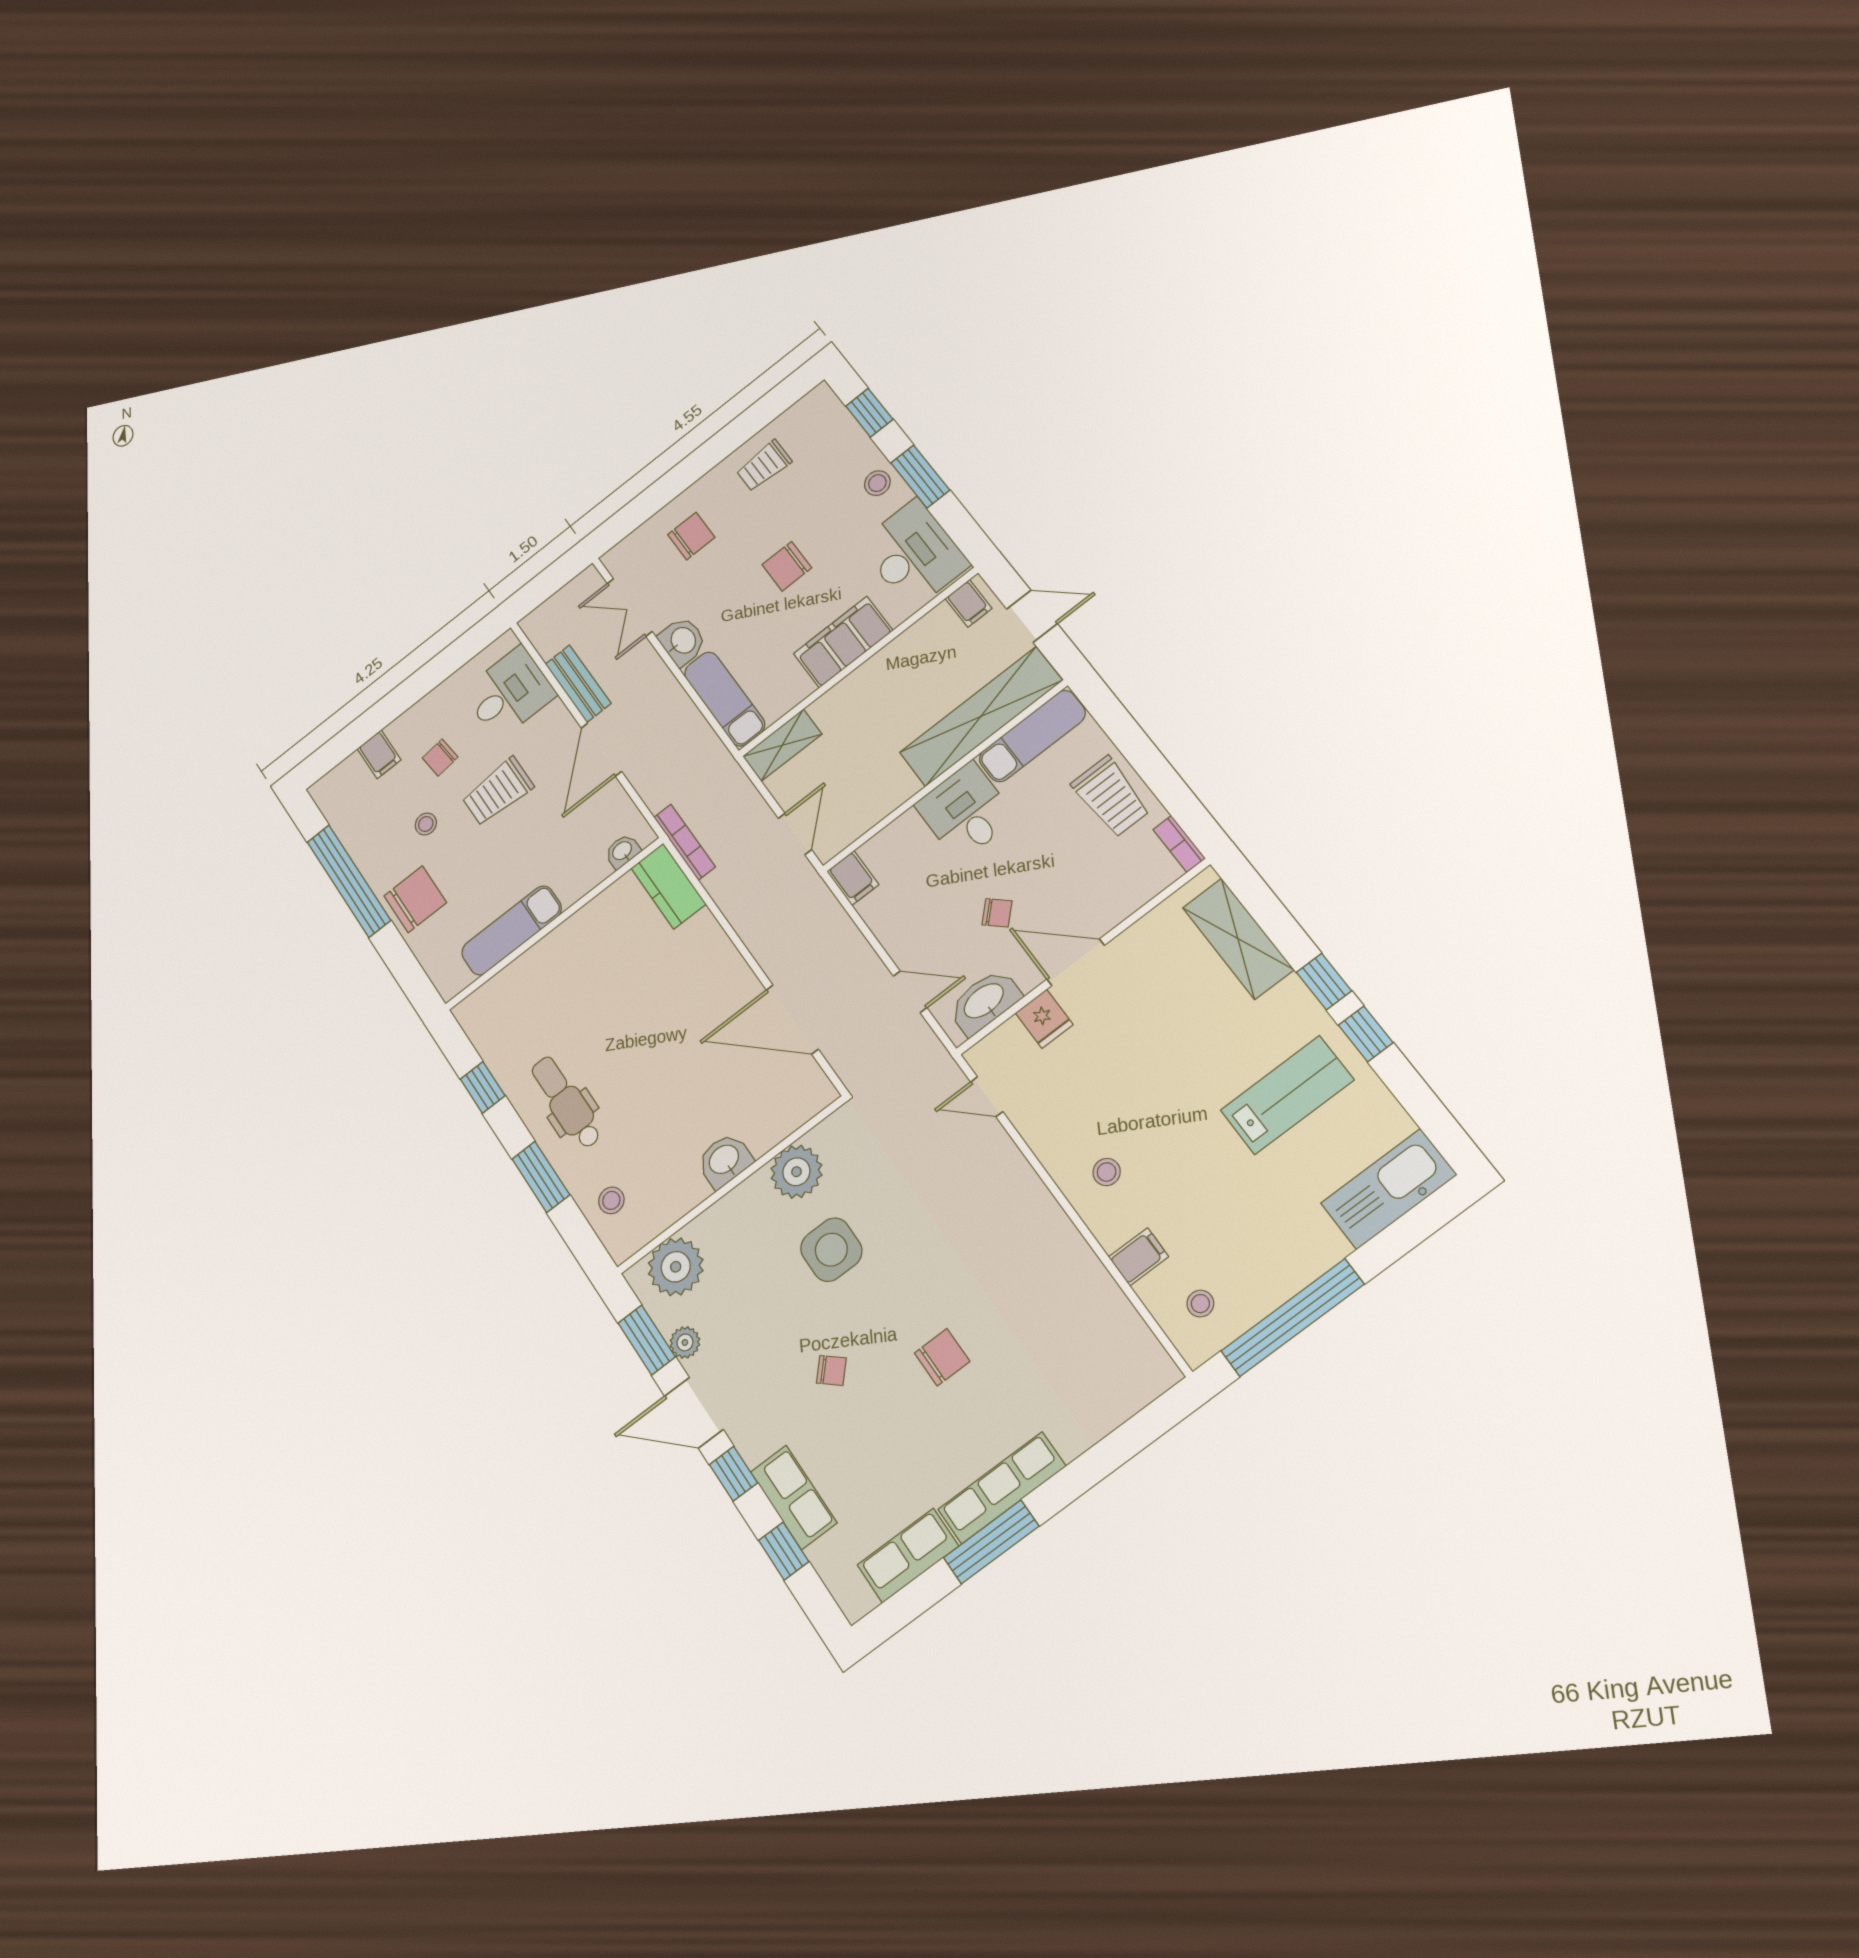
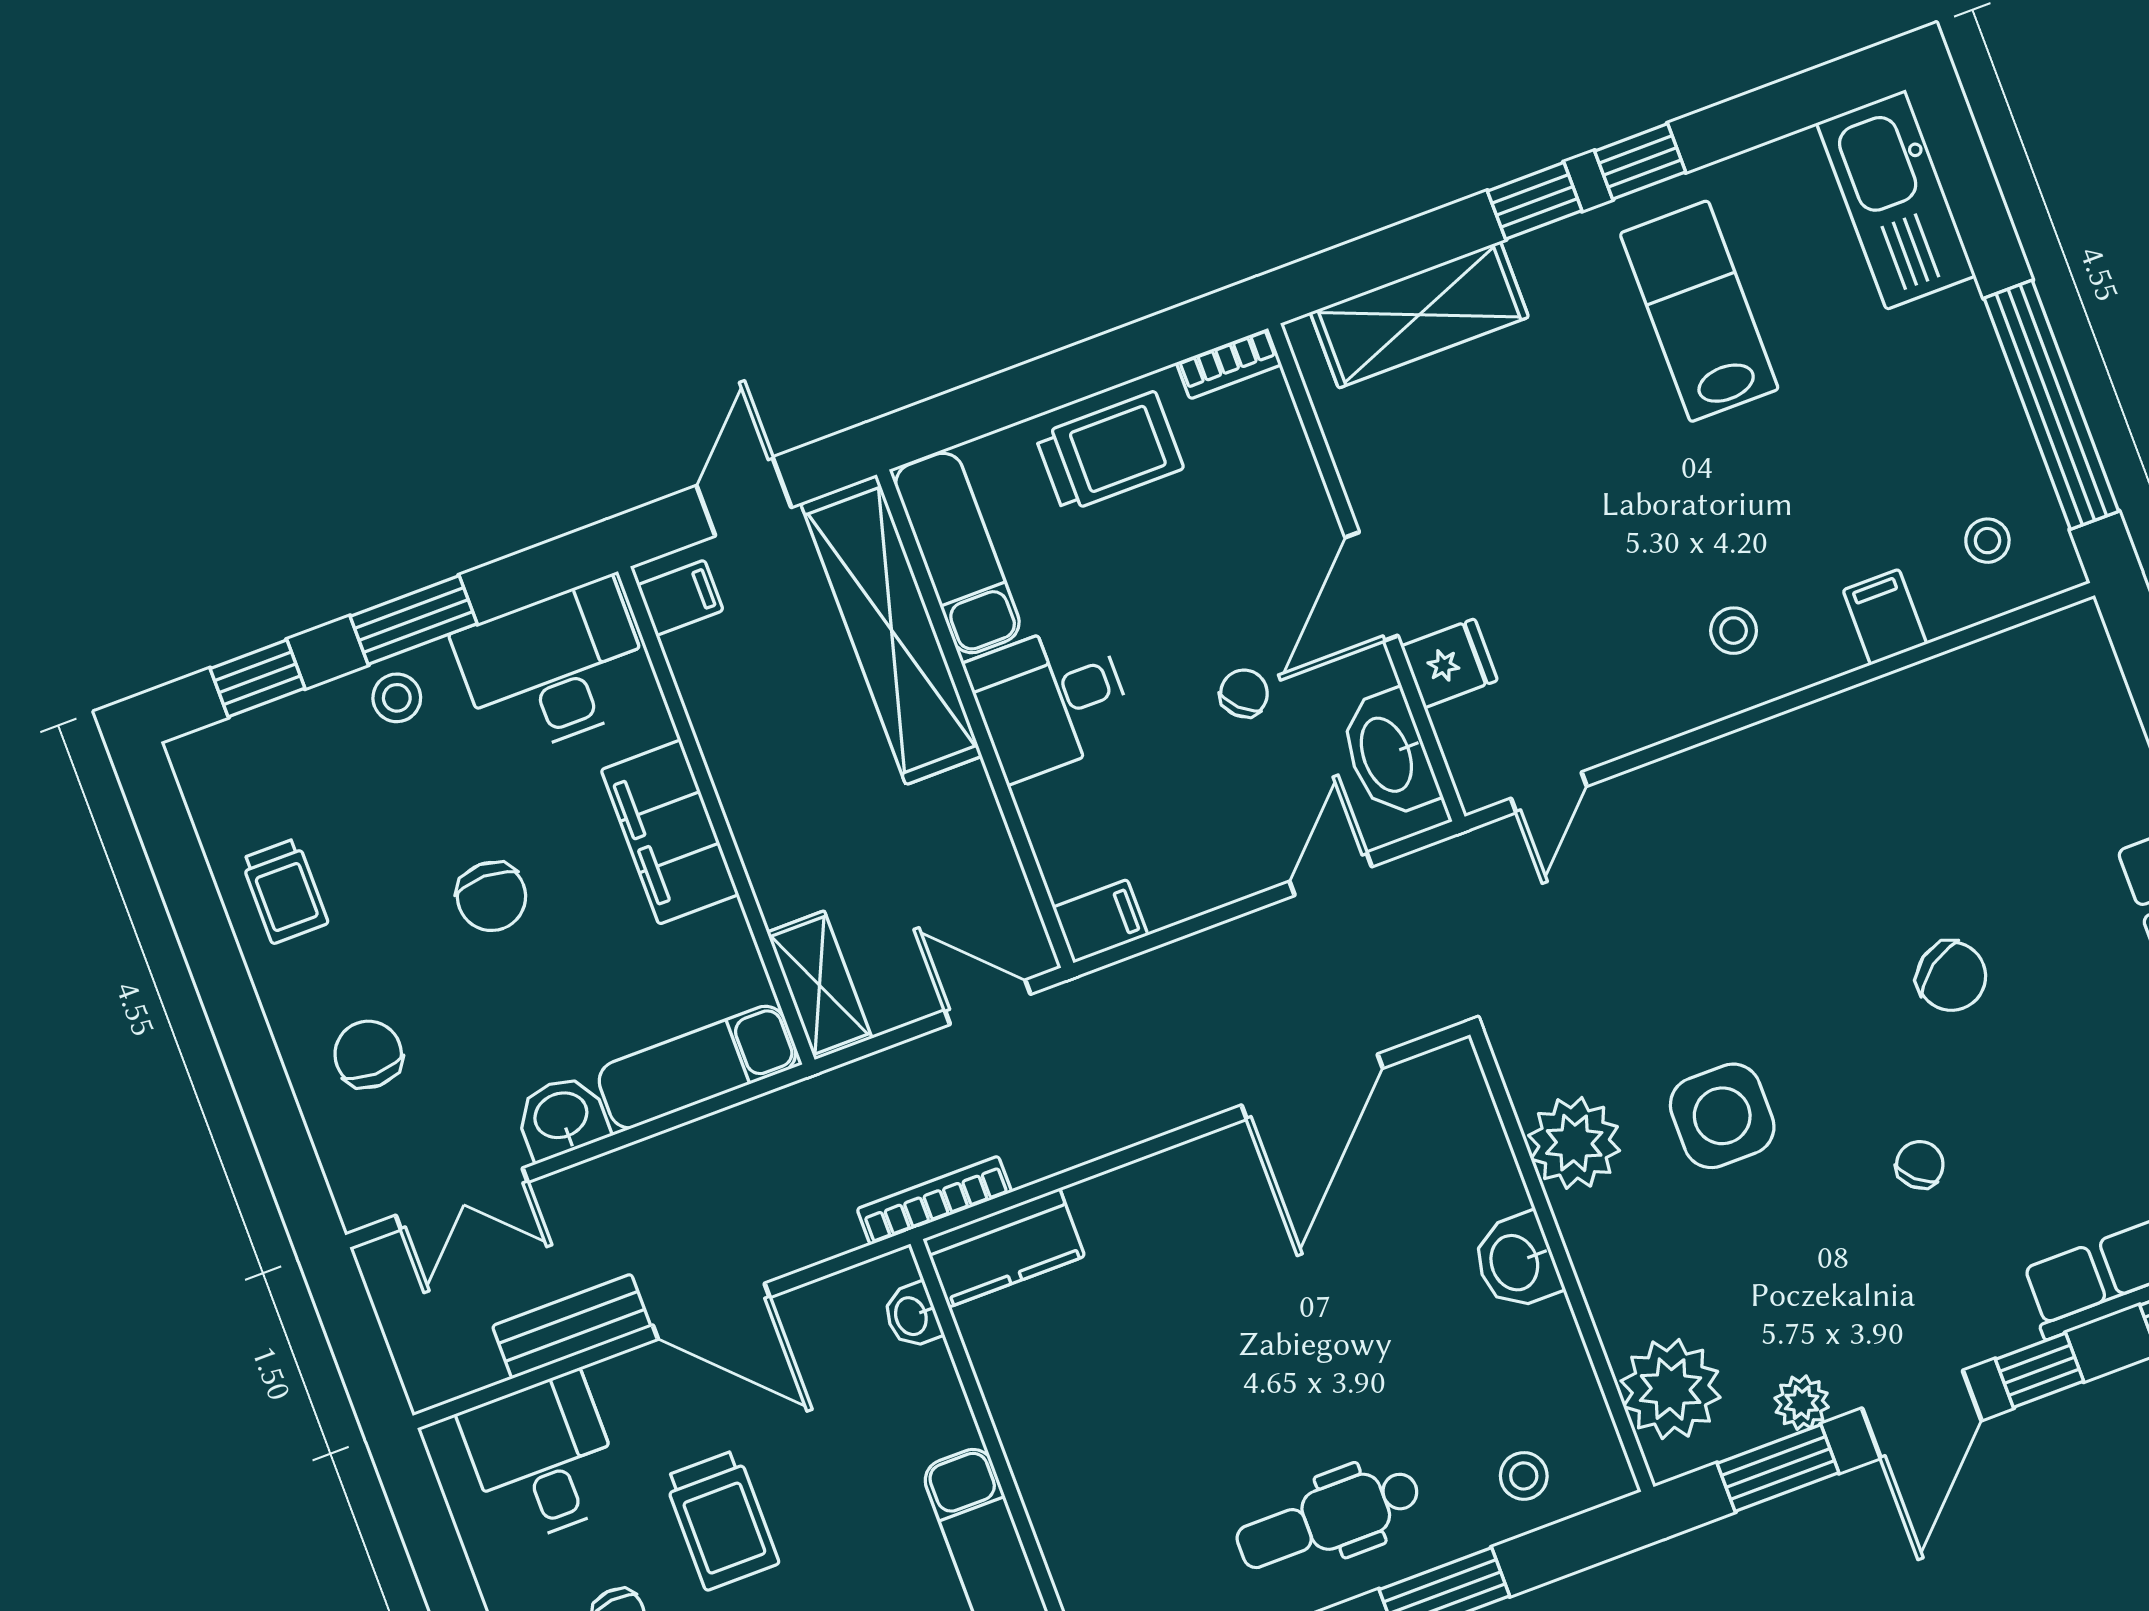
chair: (942, 1357) -> (1951, 976), turned 144

